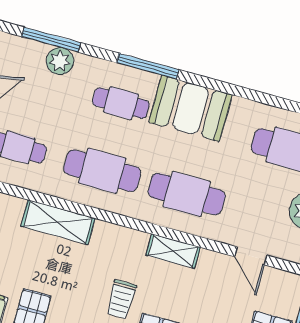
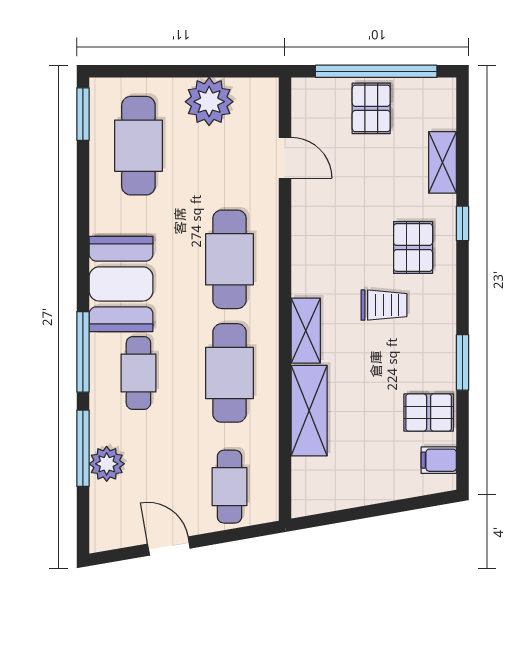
window: (51, 40) -> (83, 448), moved
shelving: (173, 251) -> (306, 331), moved
door: (251, 256) -> (285, 158), hinge flipped

